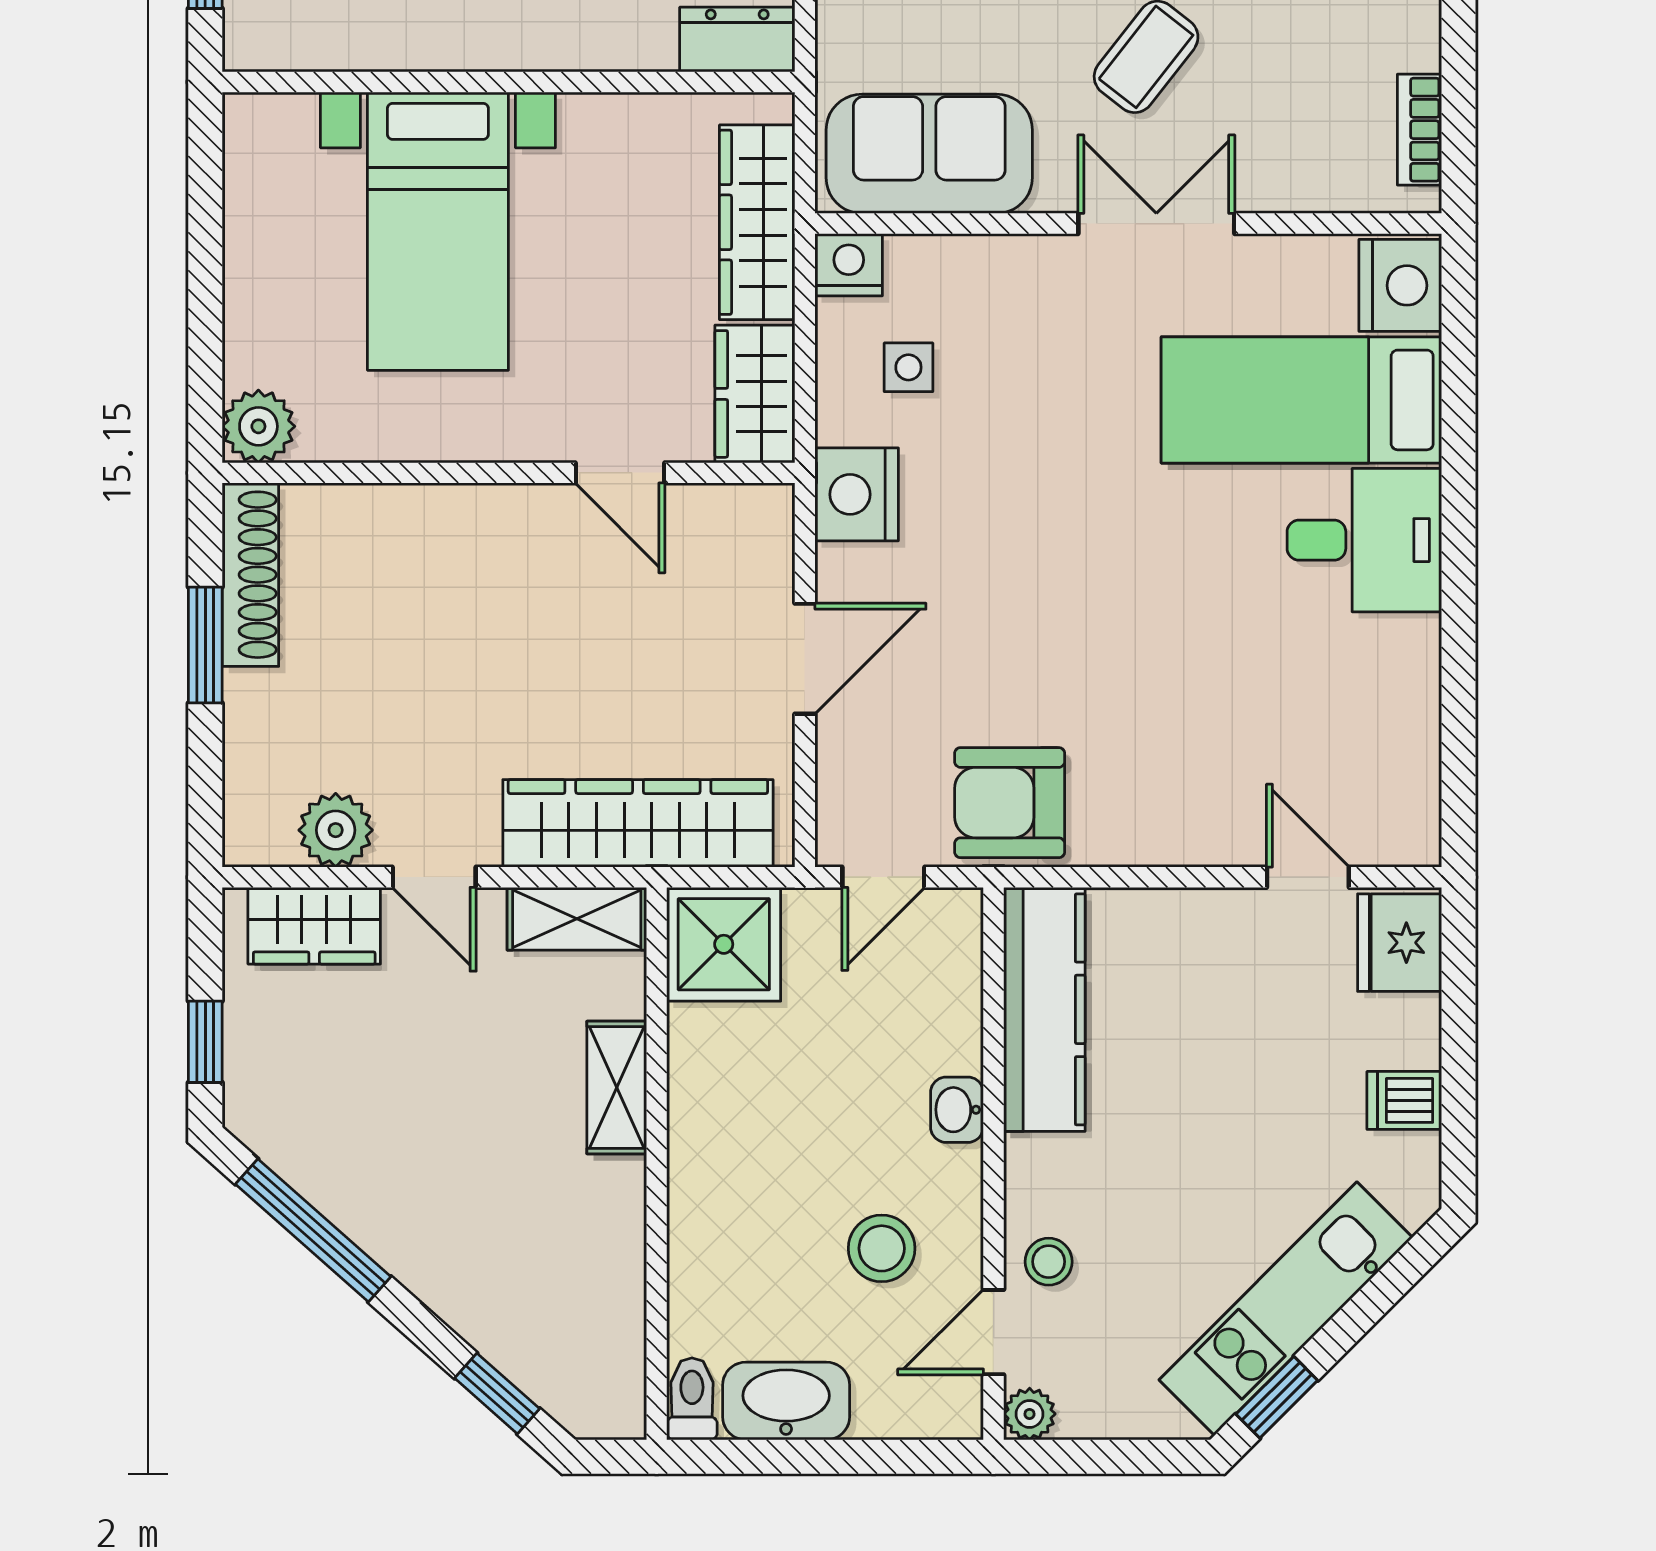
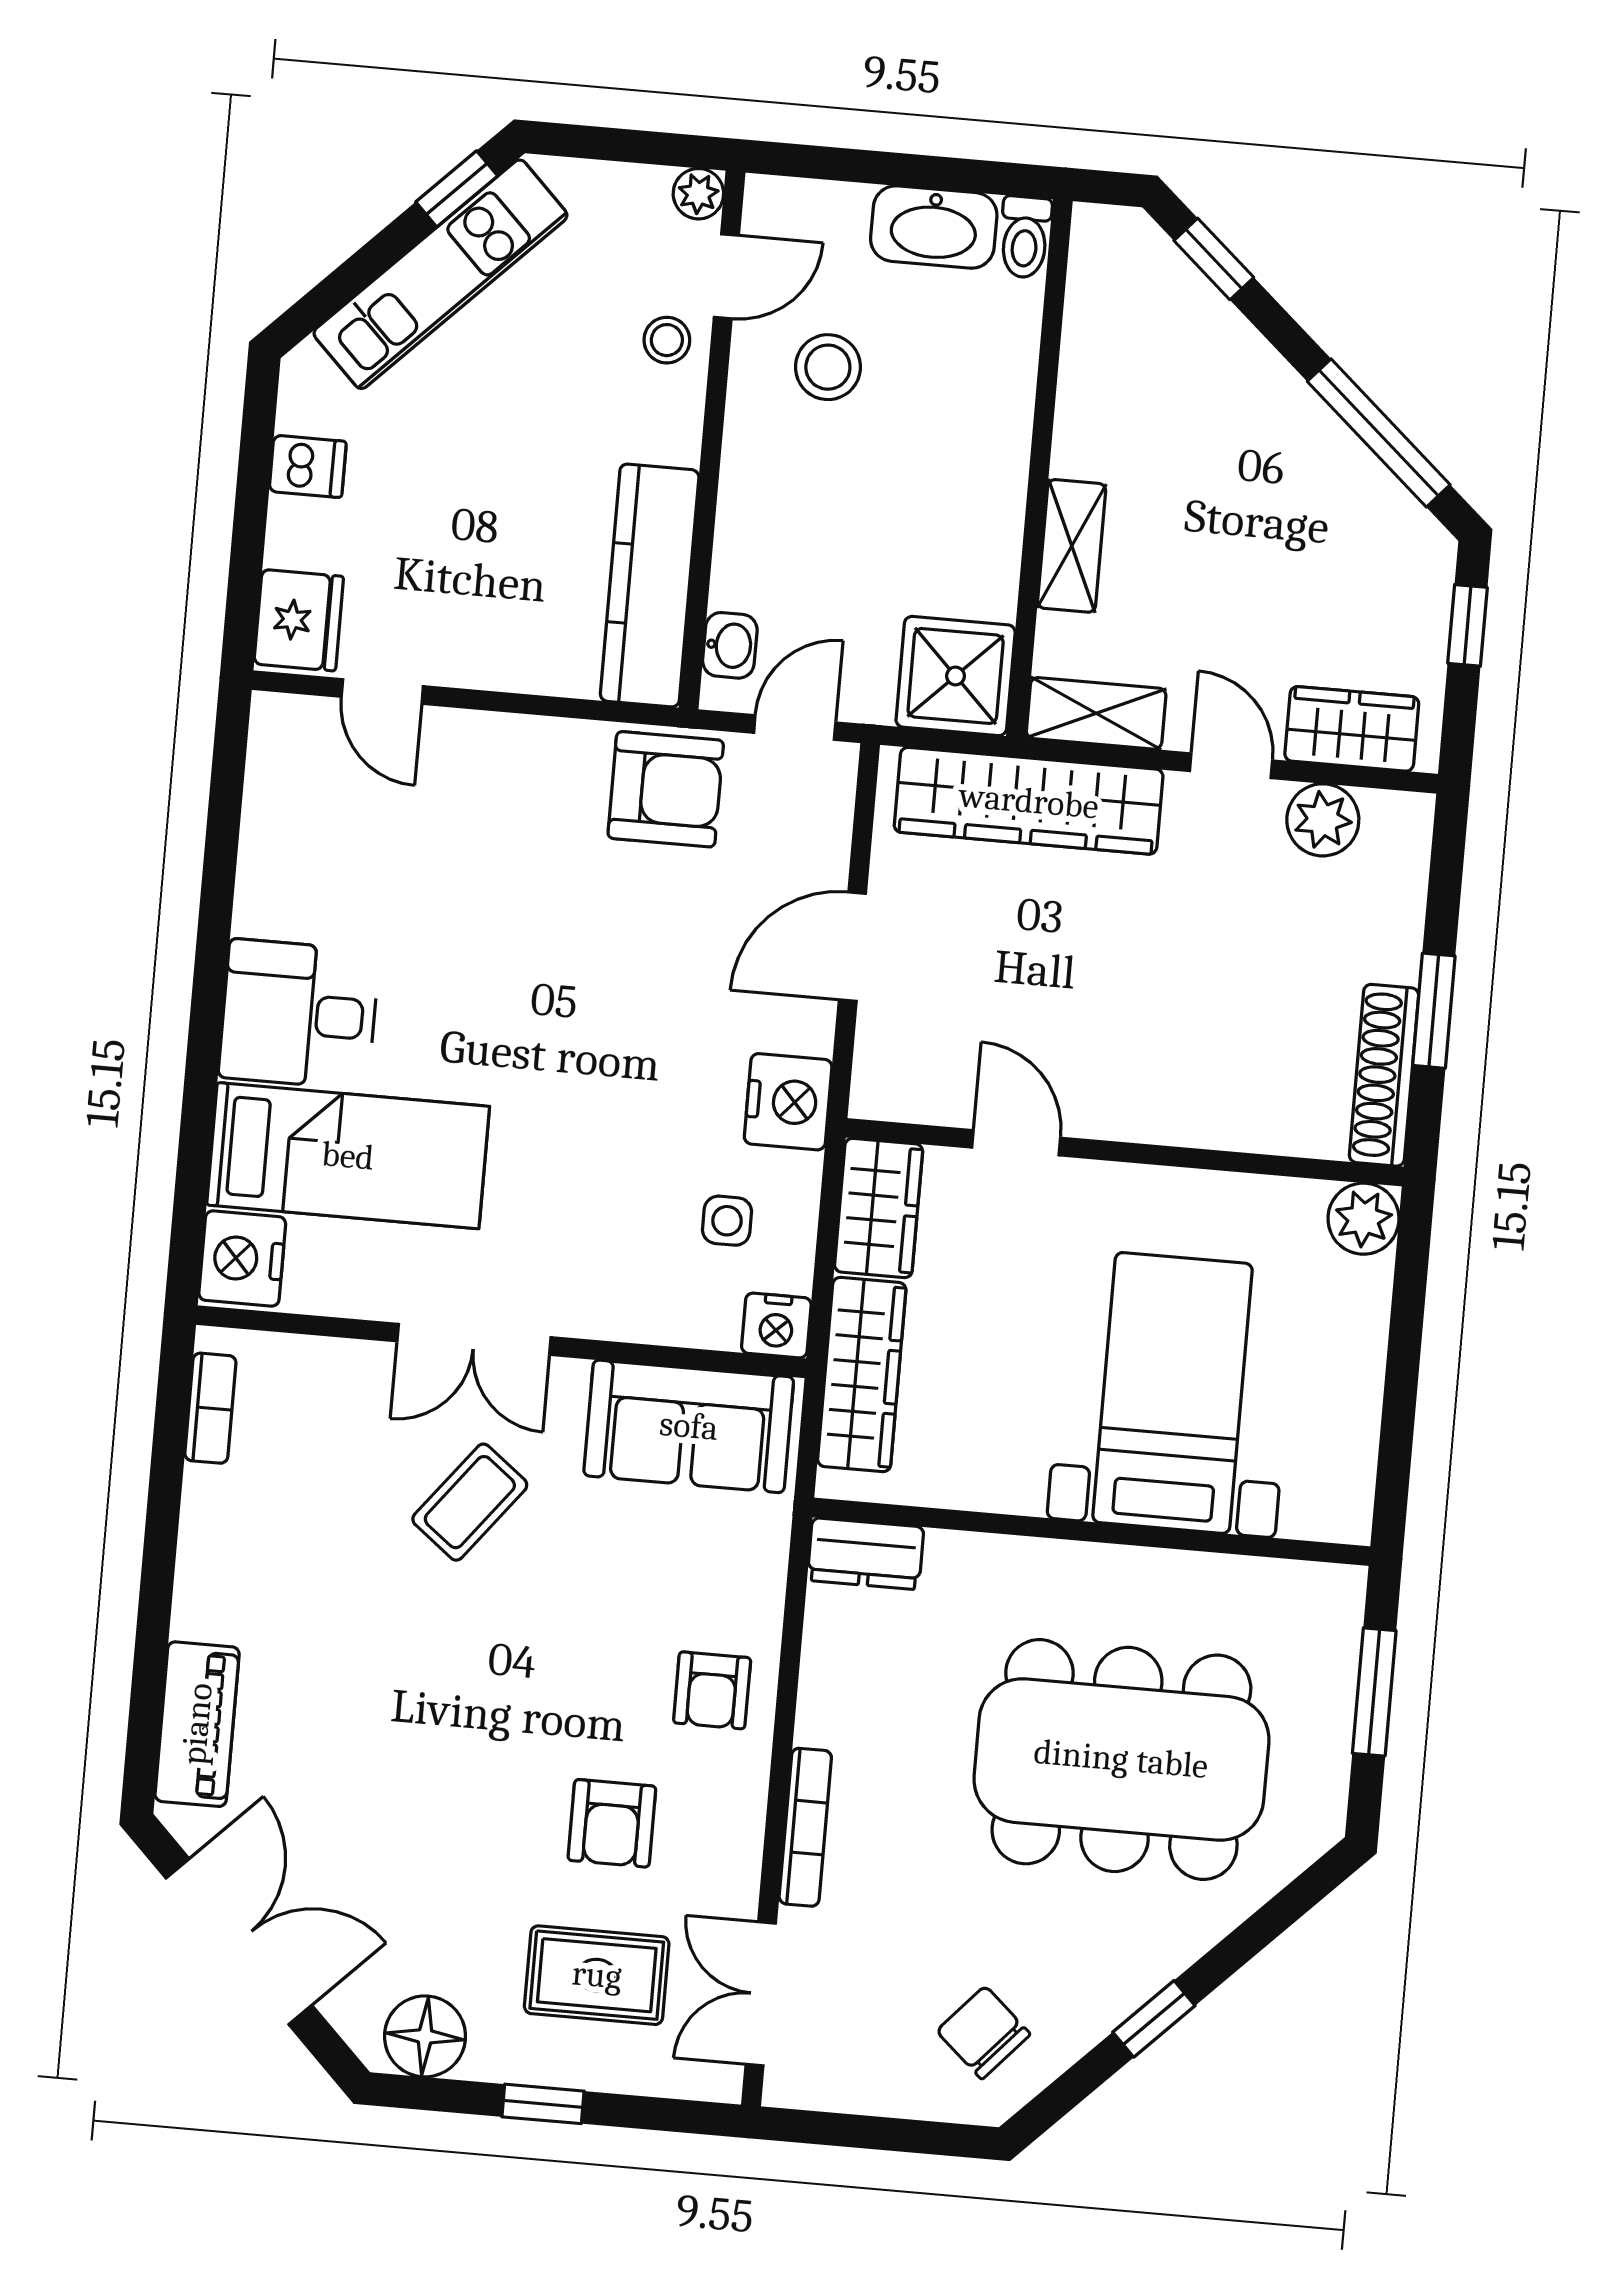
washbasin: (957, 1110) -> (730, 645), moved

